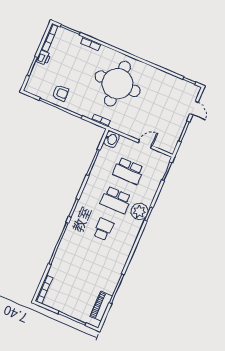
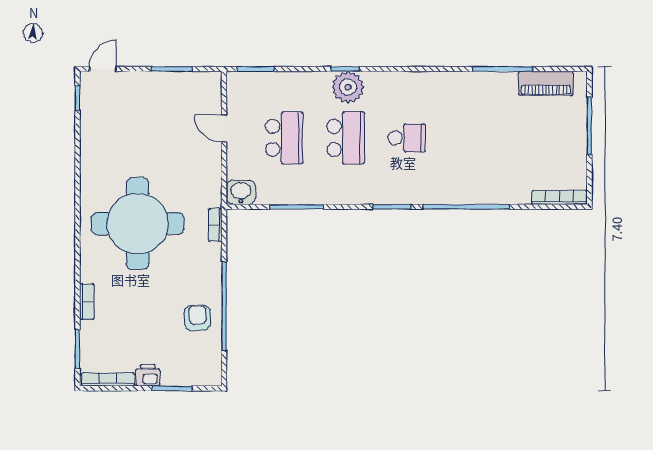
door: (194, 108) -> (103, 69), moved
school desk: (103, 229) -> (407, 138), turned 180

